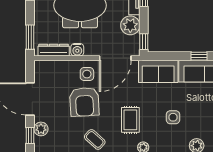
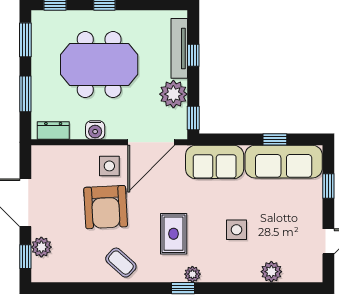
window: (30, 37) -> (25, 94), moved
dresser: (54, 50) -> (53, 131), width x0.70

